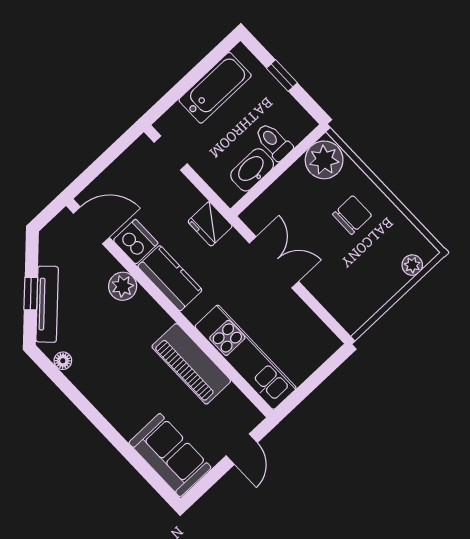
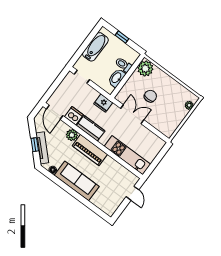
chair: (352, 215) -> (150, 96), moved
door: (91, 225) -> (55, 112), swing flipped
piano: (191, 364) -> (90, 150), moved
sofa: (170, 455) -> (77, 181), moved, width x1.36

